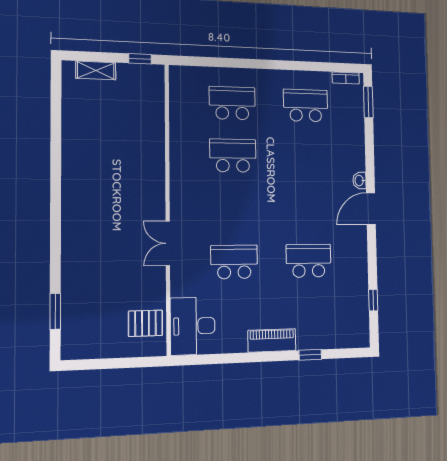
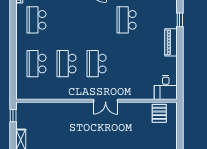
double door: (168, 243) -> (106, 101), moved
school desk: (234, 262) -> (97, 64), moved
desk: (193, 326) -> (166, 87), width x0.73

